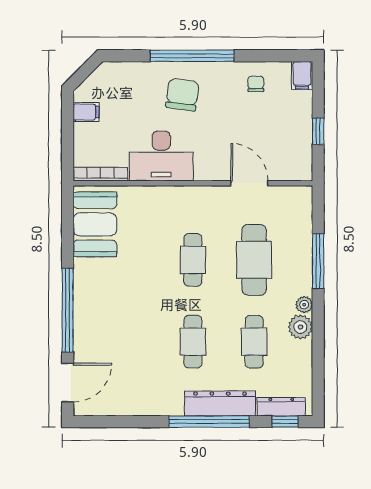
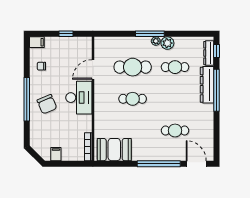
chair: (182, 95) -> (47, 104), turned -121
desk: (161, 156) -> (79, 98), moved
window: (318, 261) -> (150, 34), moved
cafe table: (193, 342) -> (175, 131), moved

